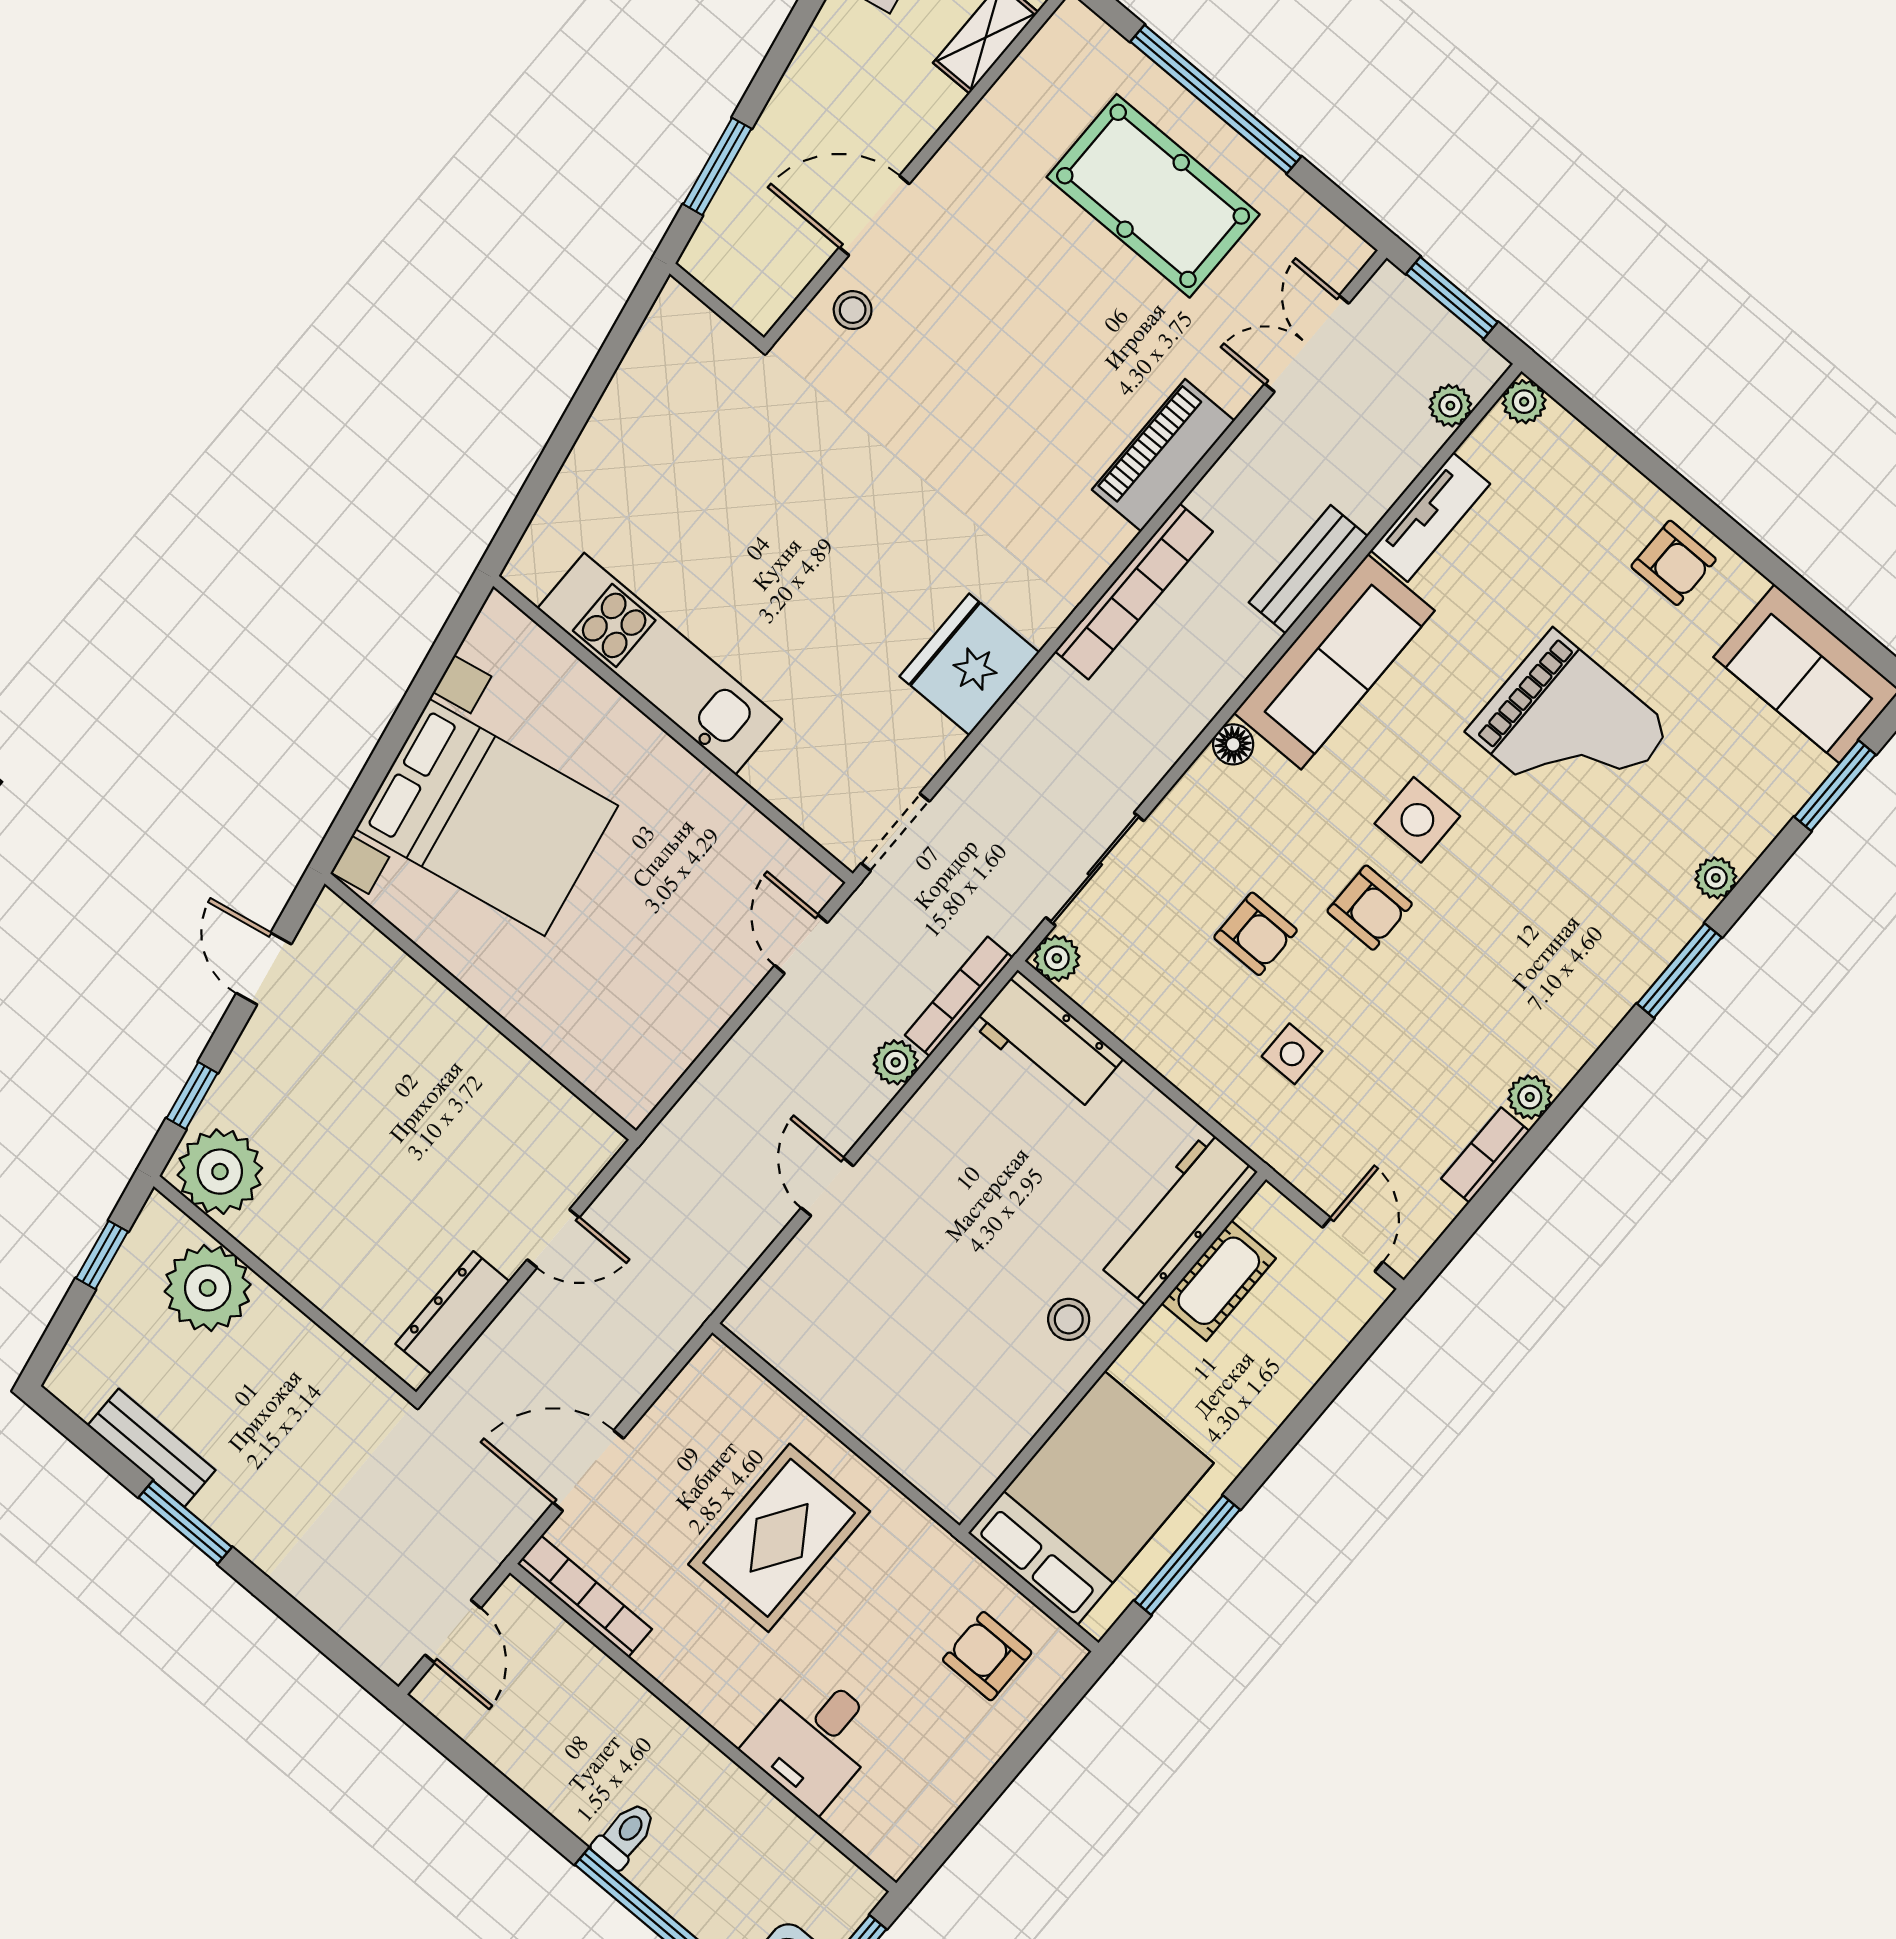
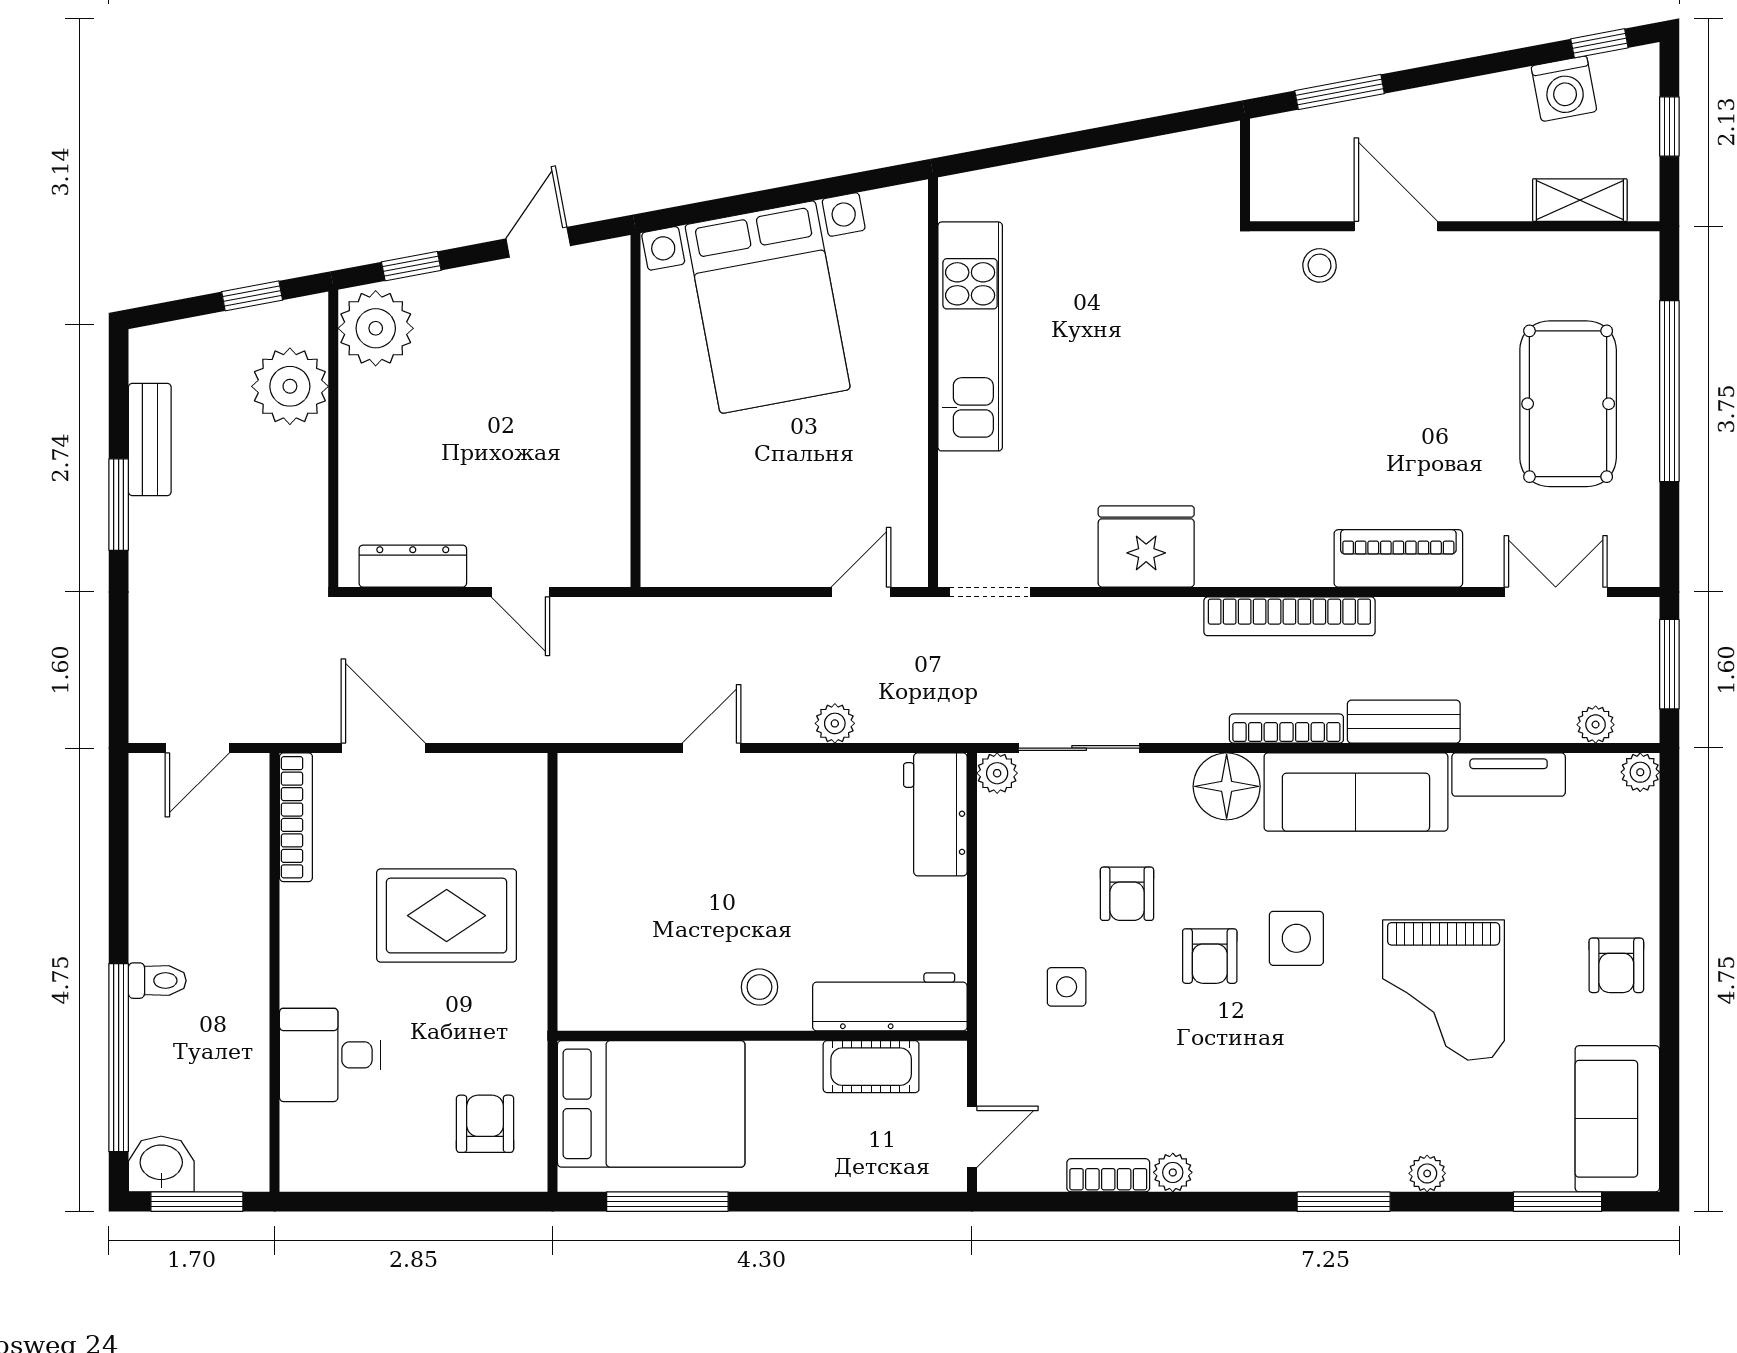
floor lamp: (1233, 744) -> (1227, 786), width x1.89, depth x1.89
bookcase: (959, 996) -> (1286, 729), moved

